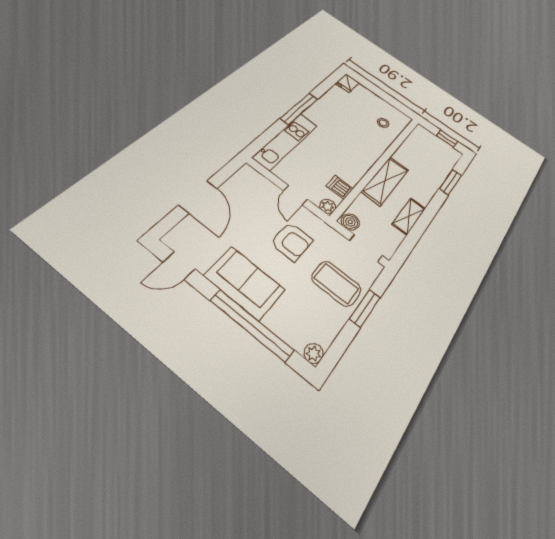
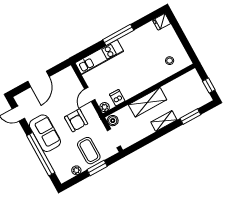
shelving: (409, 216) -> (164, 121), moved
plant: (314, 354) -> (76, 170), moved

